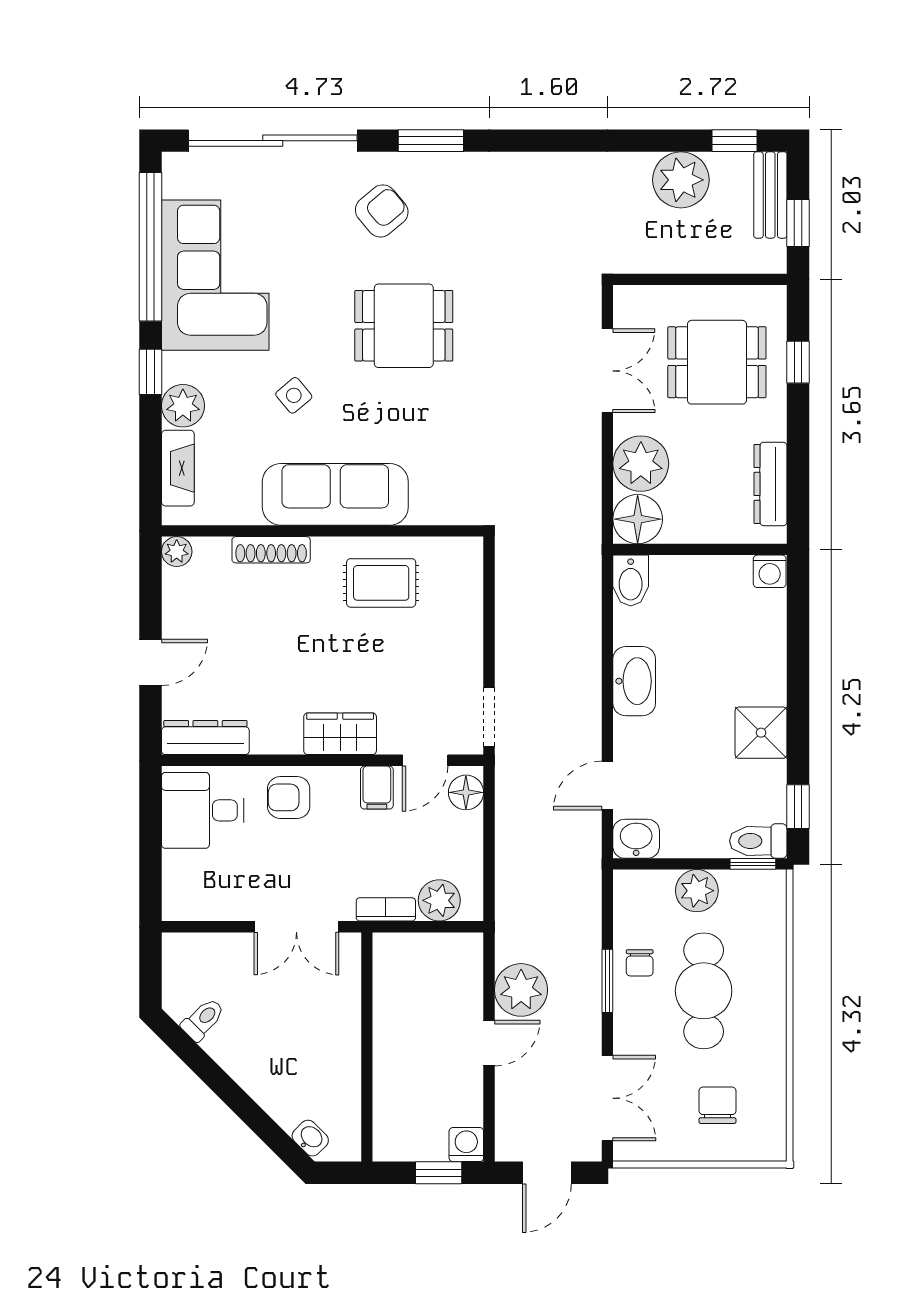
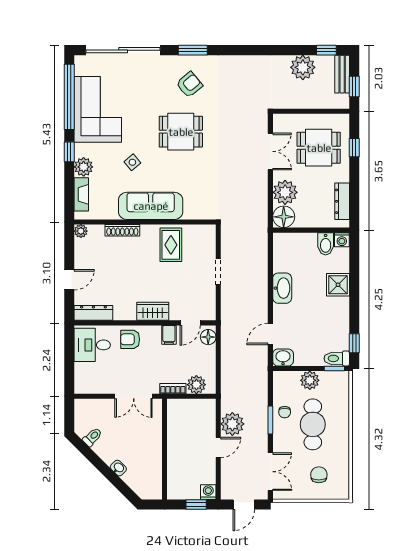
armchair: (382, 211) -> (189, 85), moved
bidet: (631, 581) -> (326, 244), moved
rug: (381, 583) -> (171, 245), turned 90
doorway: (489, 717) -> (218, 272), moved
shower: (761, 733) -> (338, 285), moved
washbasin: (310, 1138) -> (118, 468), moved

